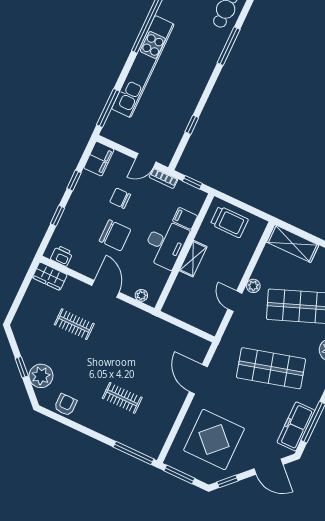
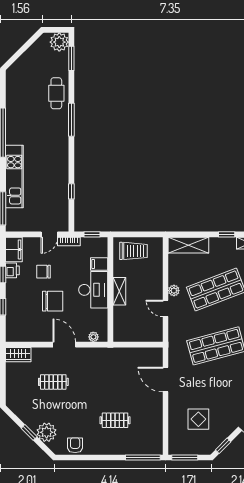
kitchen unit: (143, 66) -> (14, 177), width x0.73
printer: (62, 256) -> (12, 270), moved, turned 90
display table: (214, 440) -> (198, 419), width x0.54, depth x0.54

